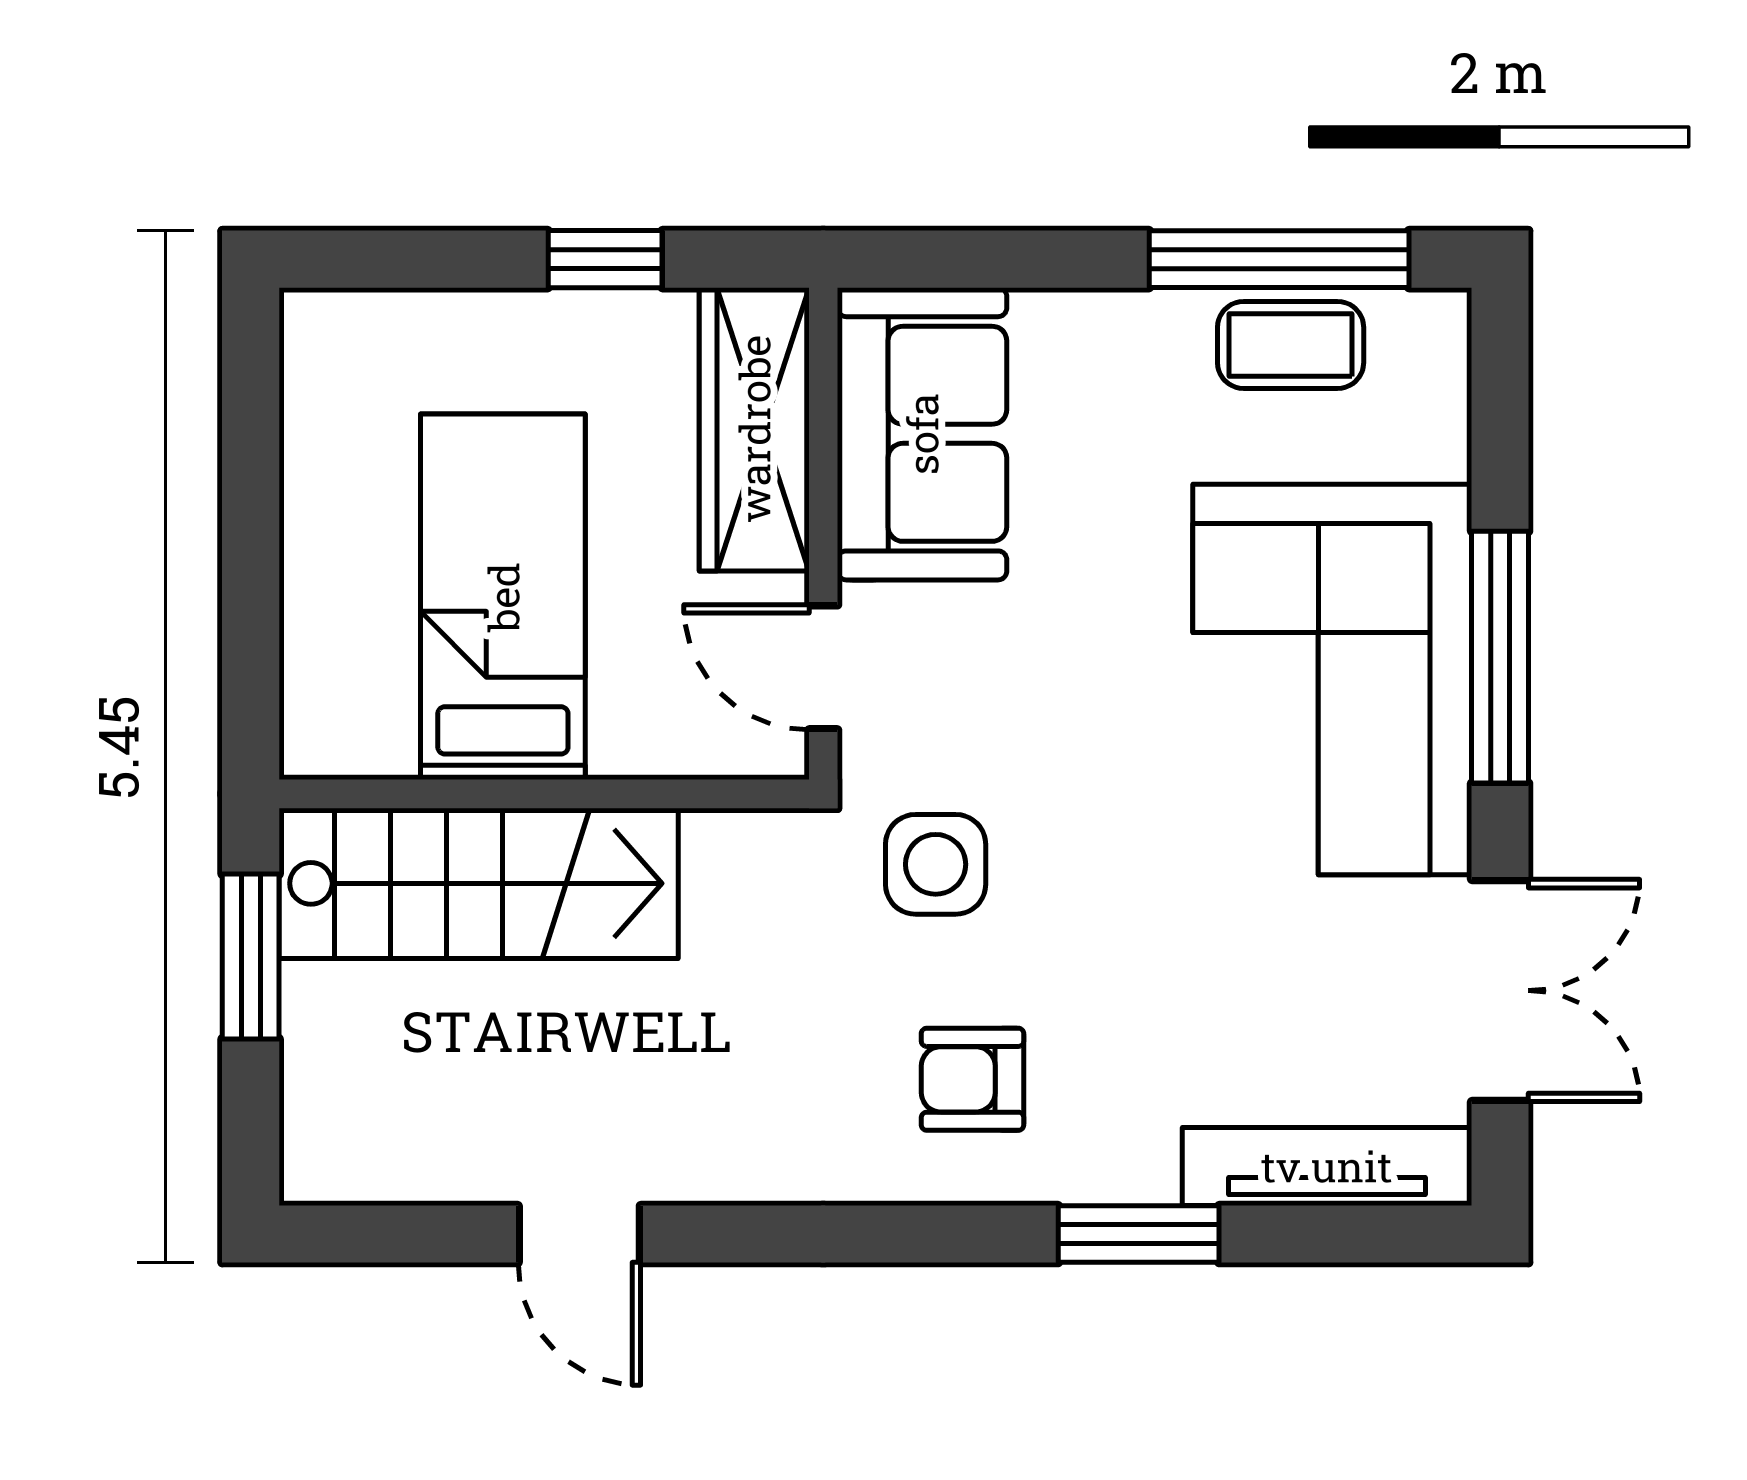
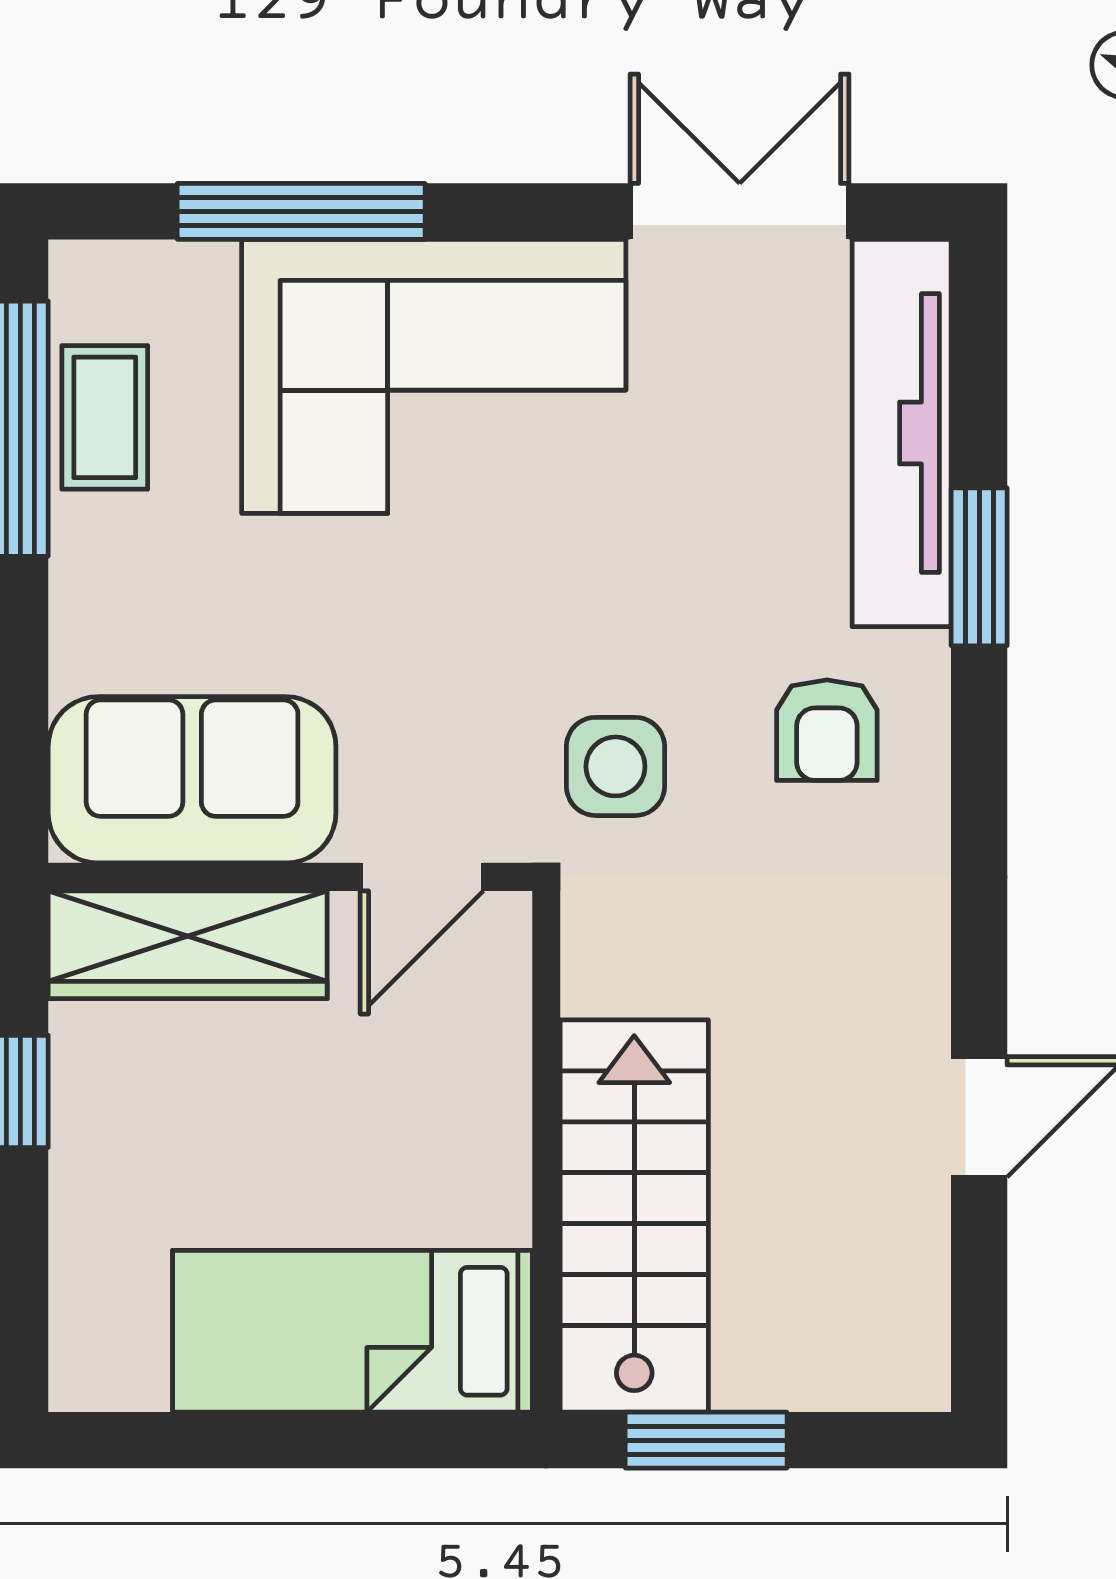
bed: (503, 597) -> (352, 1331), moved
window: (1500, 657) -> (301, 211), moved
tv unit: (1327, 1166) -> (902, 433), width x1.36, depth x1.29

